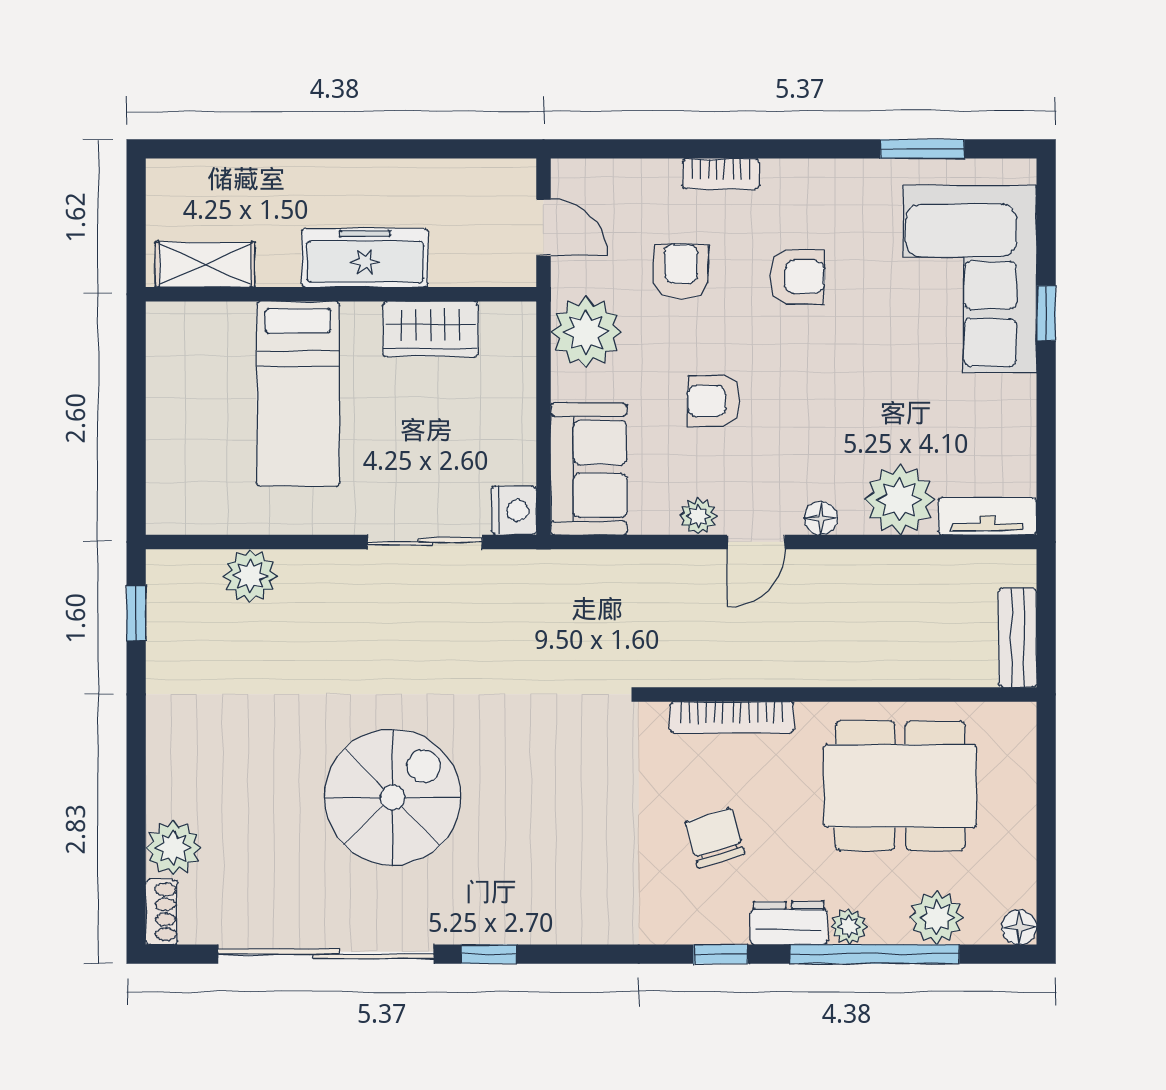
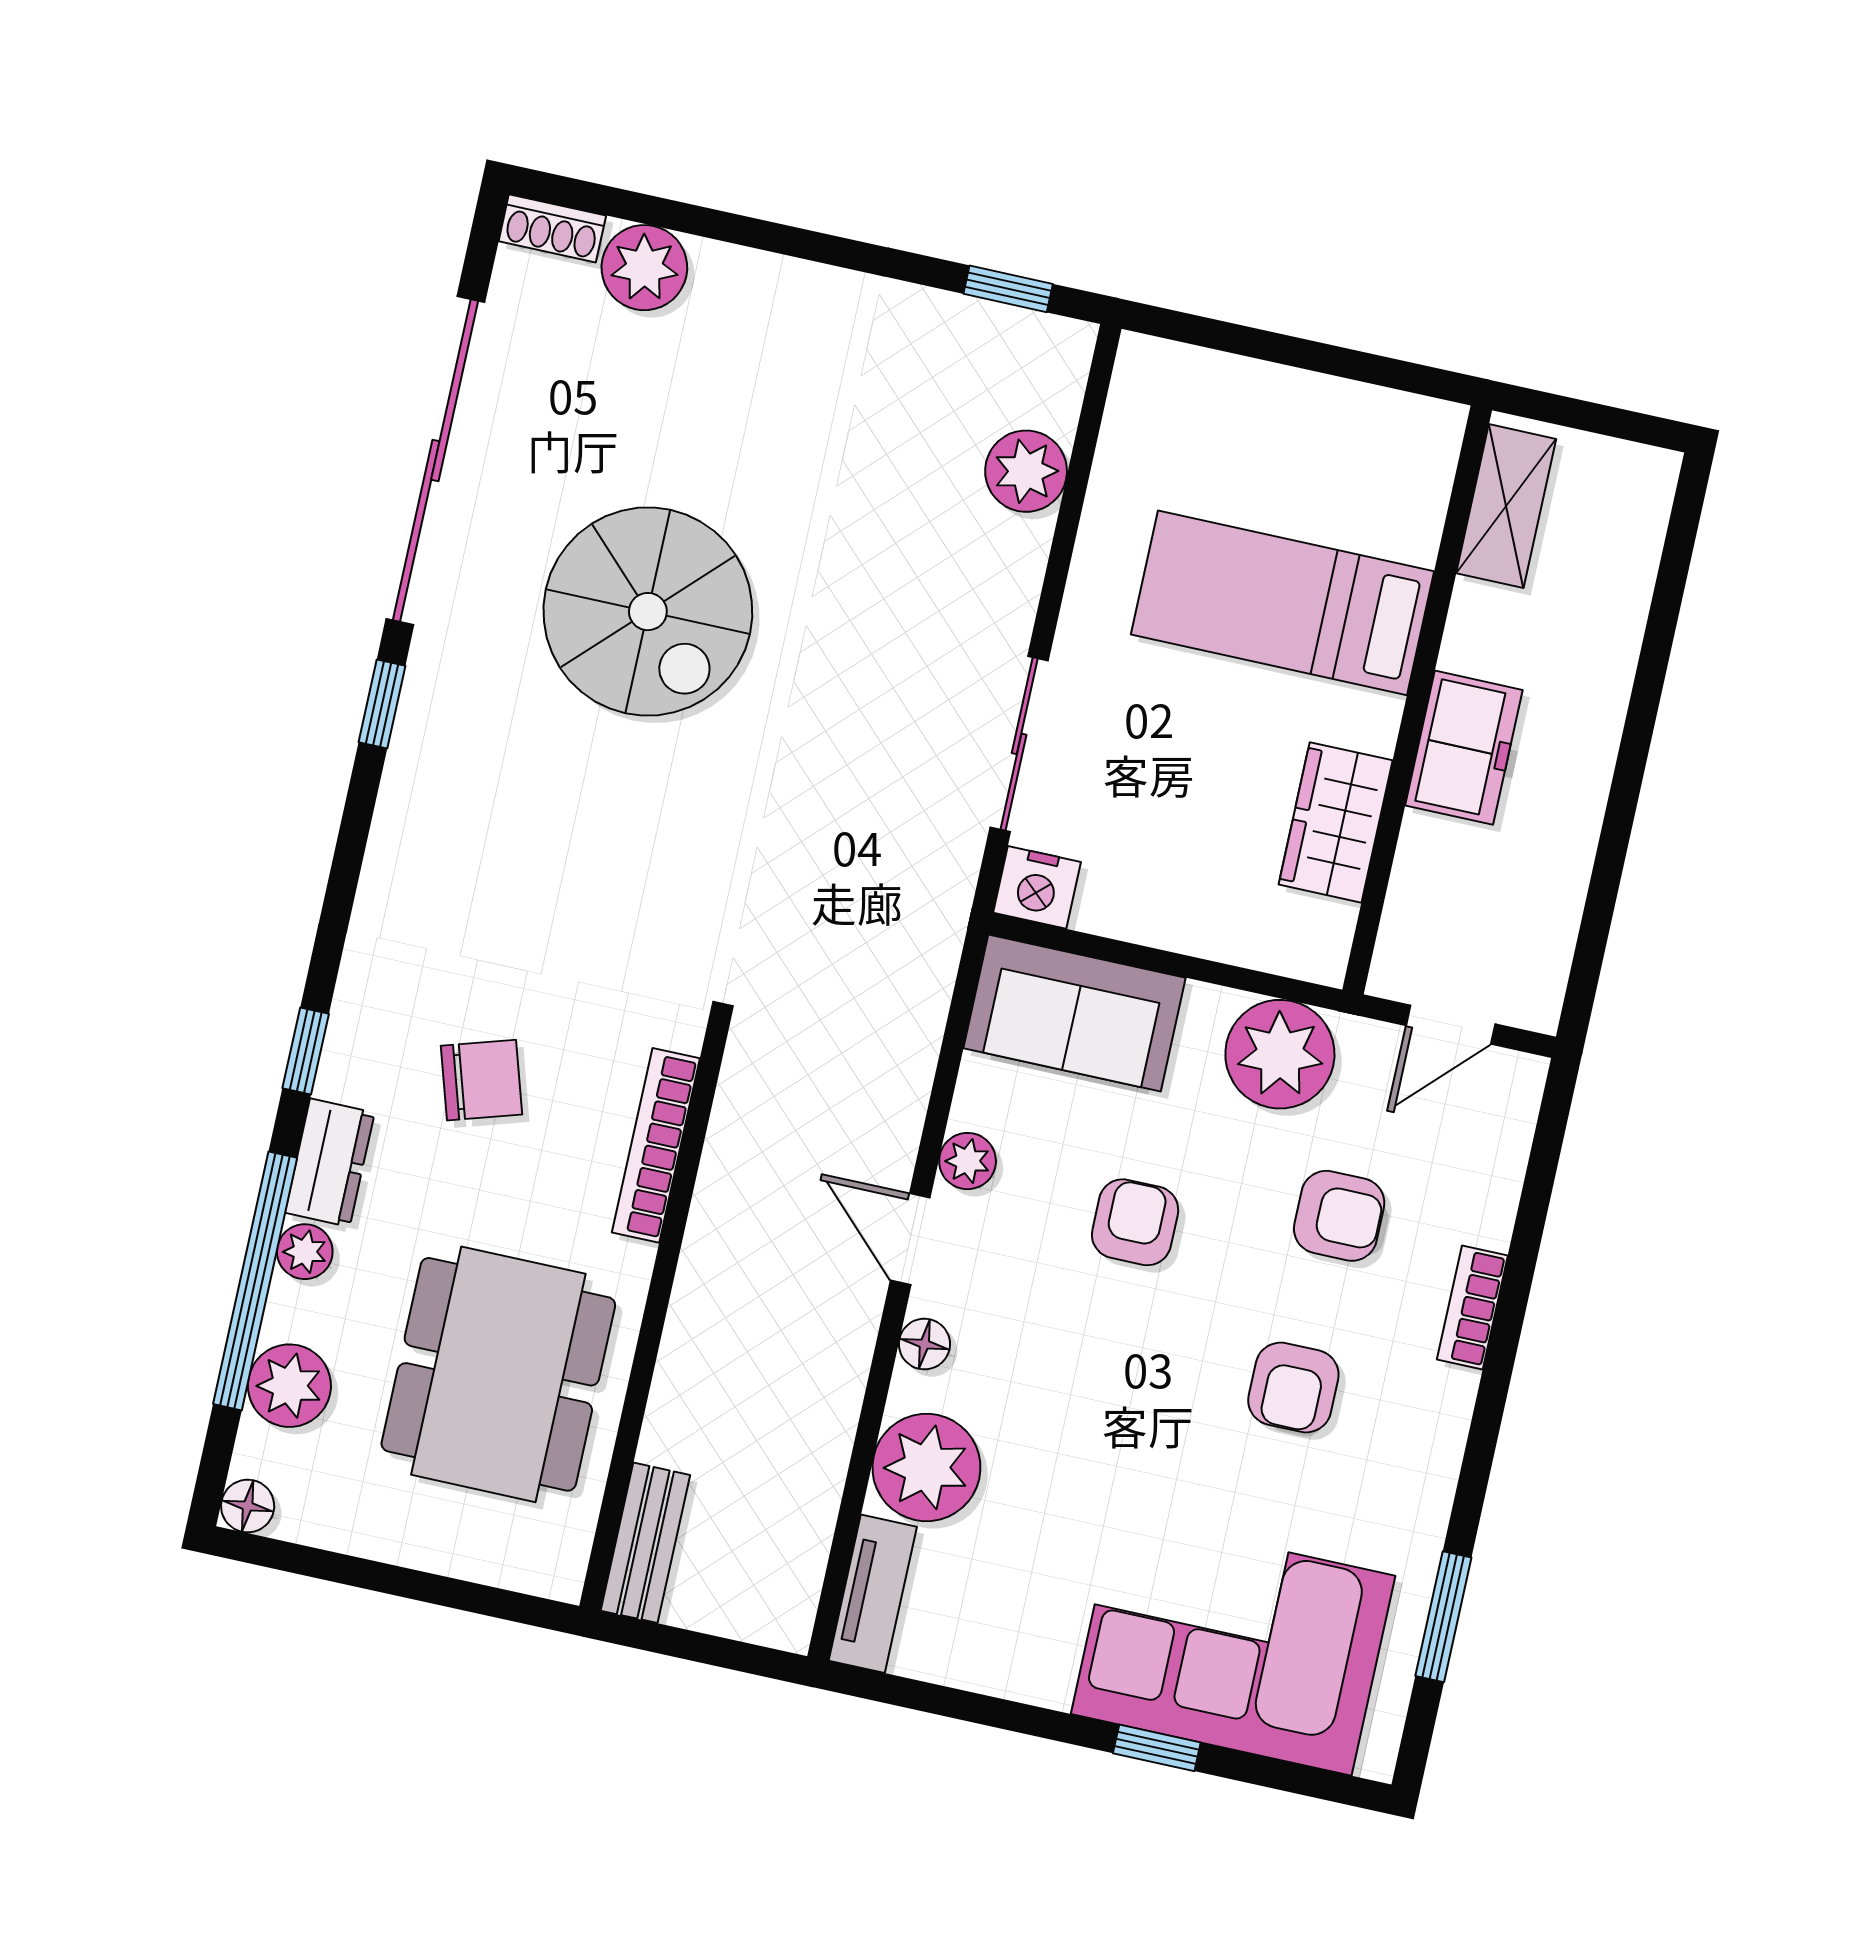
freezer: (365, 258) -> (1464, 748), width x0.71
bench: (1018, 638) -> (645, 1543), moved, turned 90

